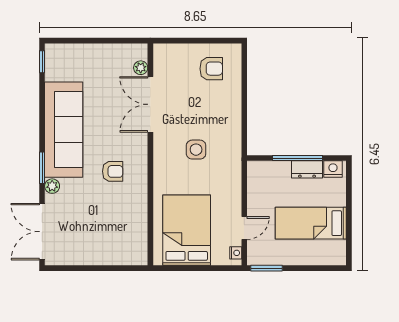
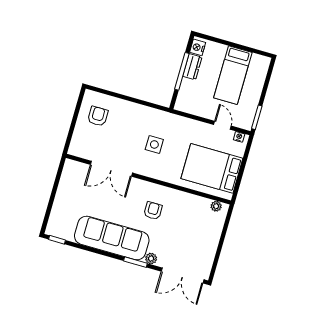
plant: (141, 68) -> (216, 206), moved

